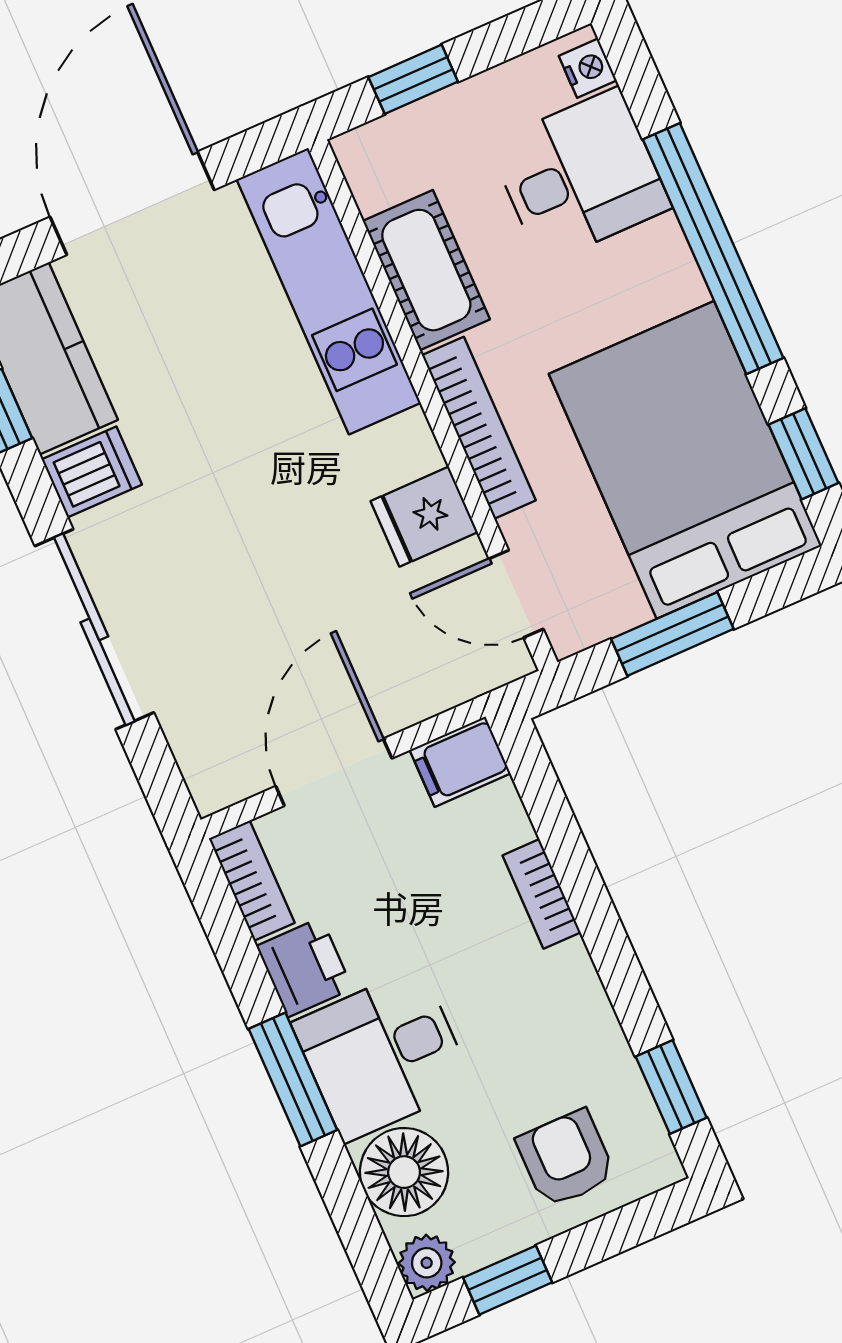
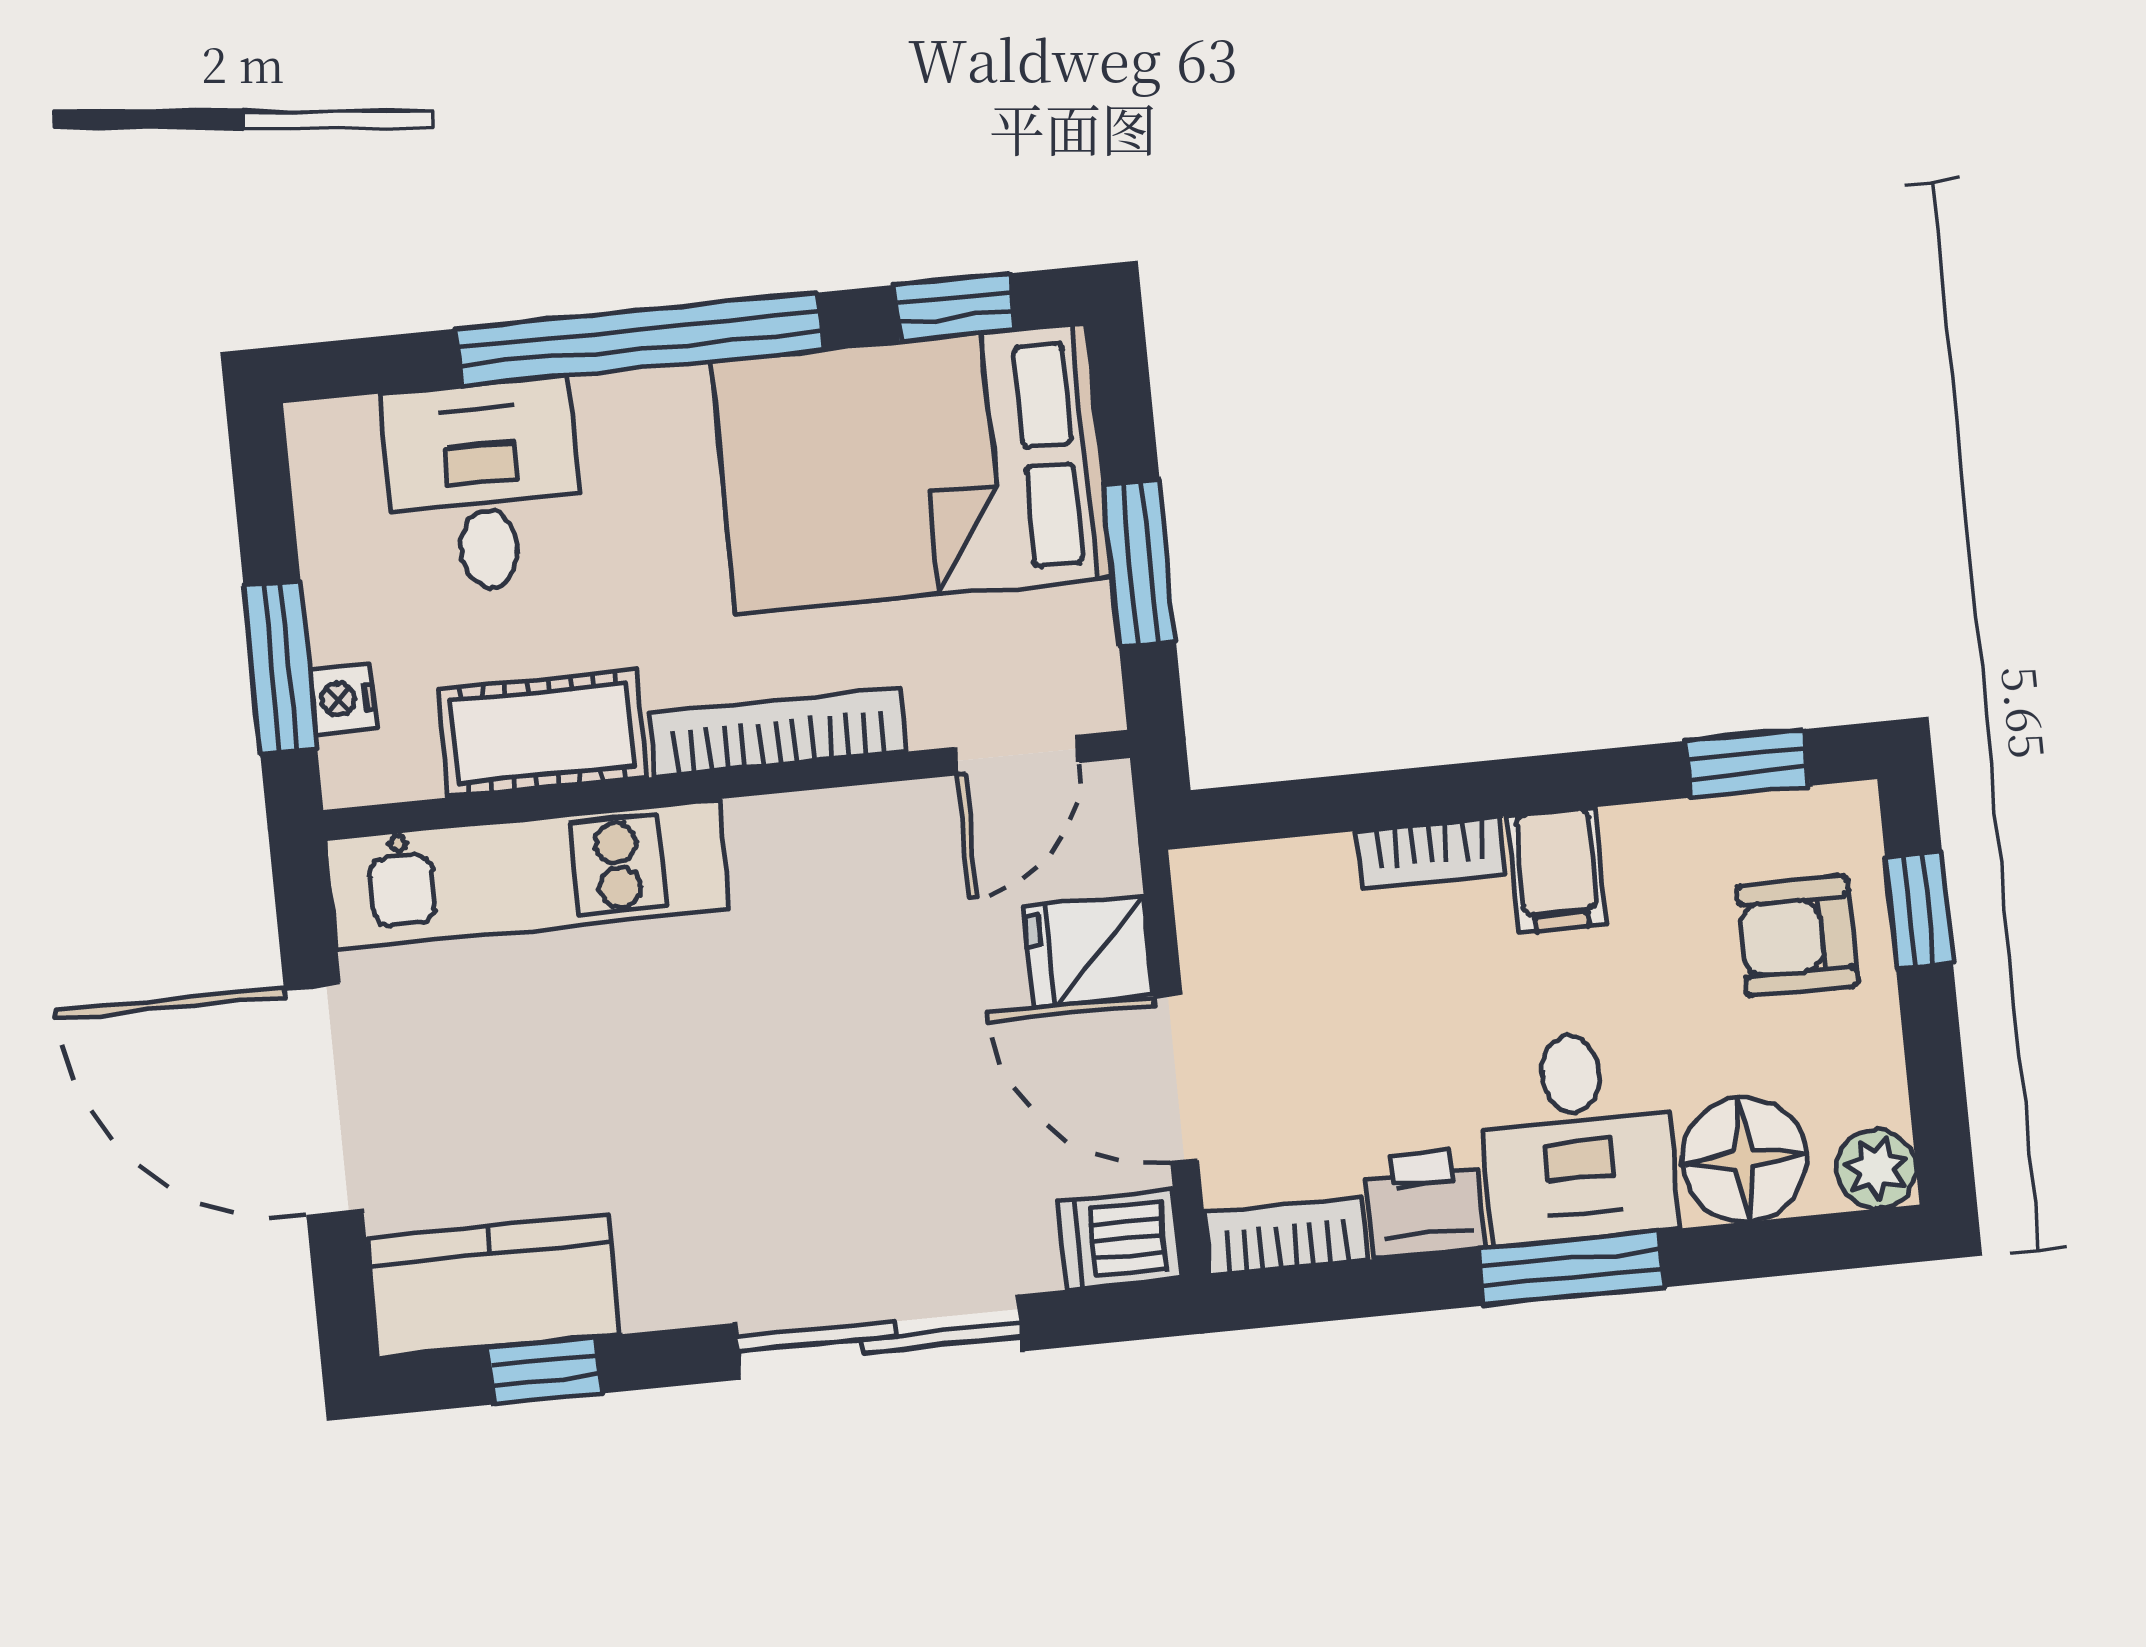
nightstand: (588, 68) -> (343, 699), moved, turned -90
window: (413, 79) -> (280, 667), width x1.50
dishwasher: (92, 472) -> (1120, 1239), moved, turned -90
fridge: (424, 517) -> (1089, 952), moved, turned 90
filing cabinet: (460, 762) -> (1557, 870), moved
window: (508, 1280) -> (1919, 910), moved

